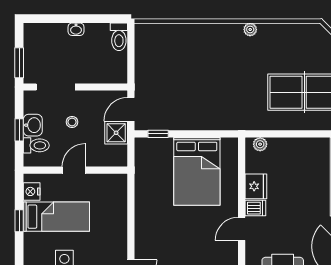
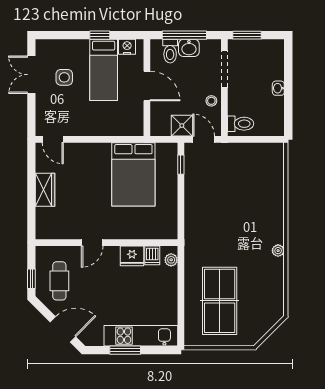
toilet: (119, 37) -> (241, 124), moved, turned 180
stool: (72, 122) -> (211, 101), moved
window: (19, 130) -> (184, 35), width x2.17
door: (74, 170) -> (147, 86), width x1.38
bed: (197, 171) -> (133, 174), moved, turned -90
dishwasher: (255, 208) -> (152, 255), moved
door: (242, 229) -> (92, 243), swing flipped

